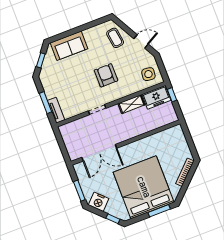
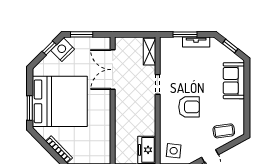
shelving: (131, 104) -> (150, 52), moved
tv unit: (56, 110) -> (196, 42), moved
window: (113, 219) -> (49, 48), moved

